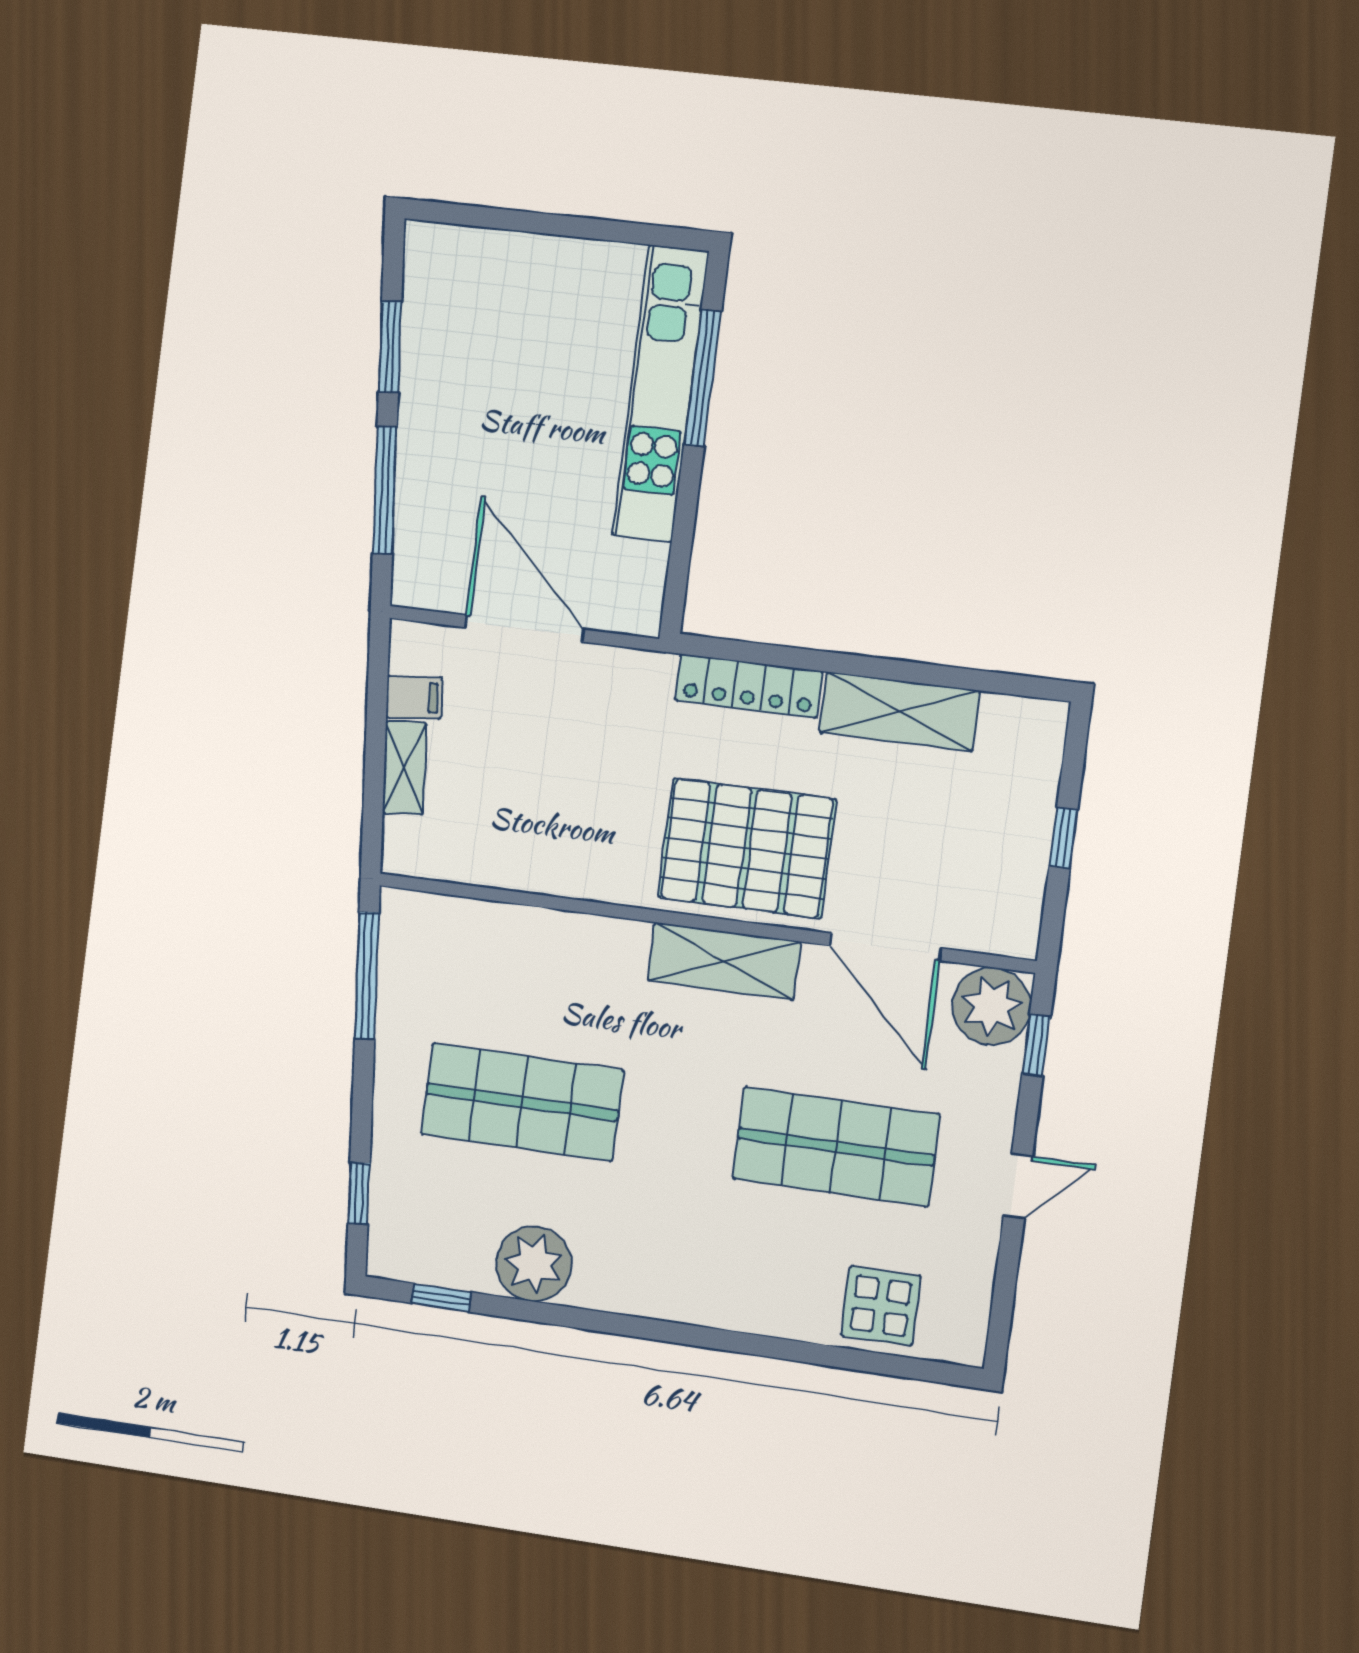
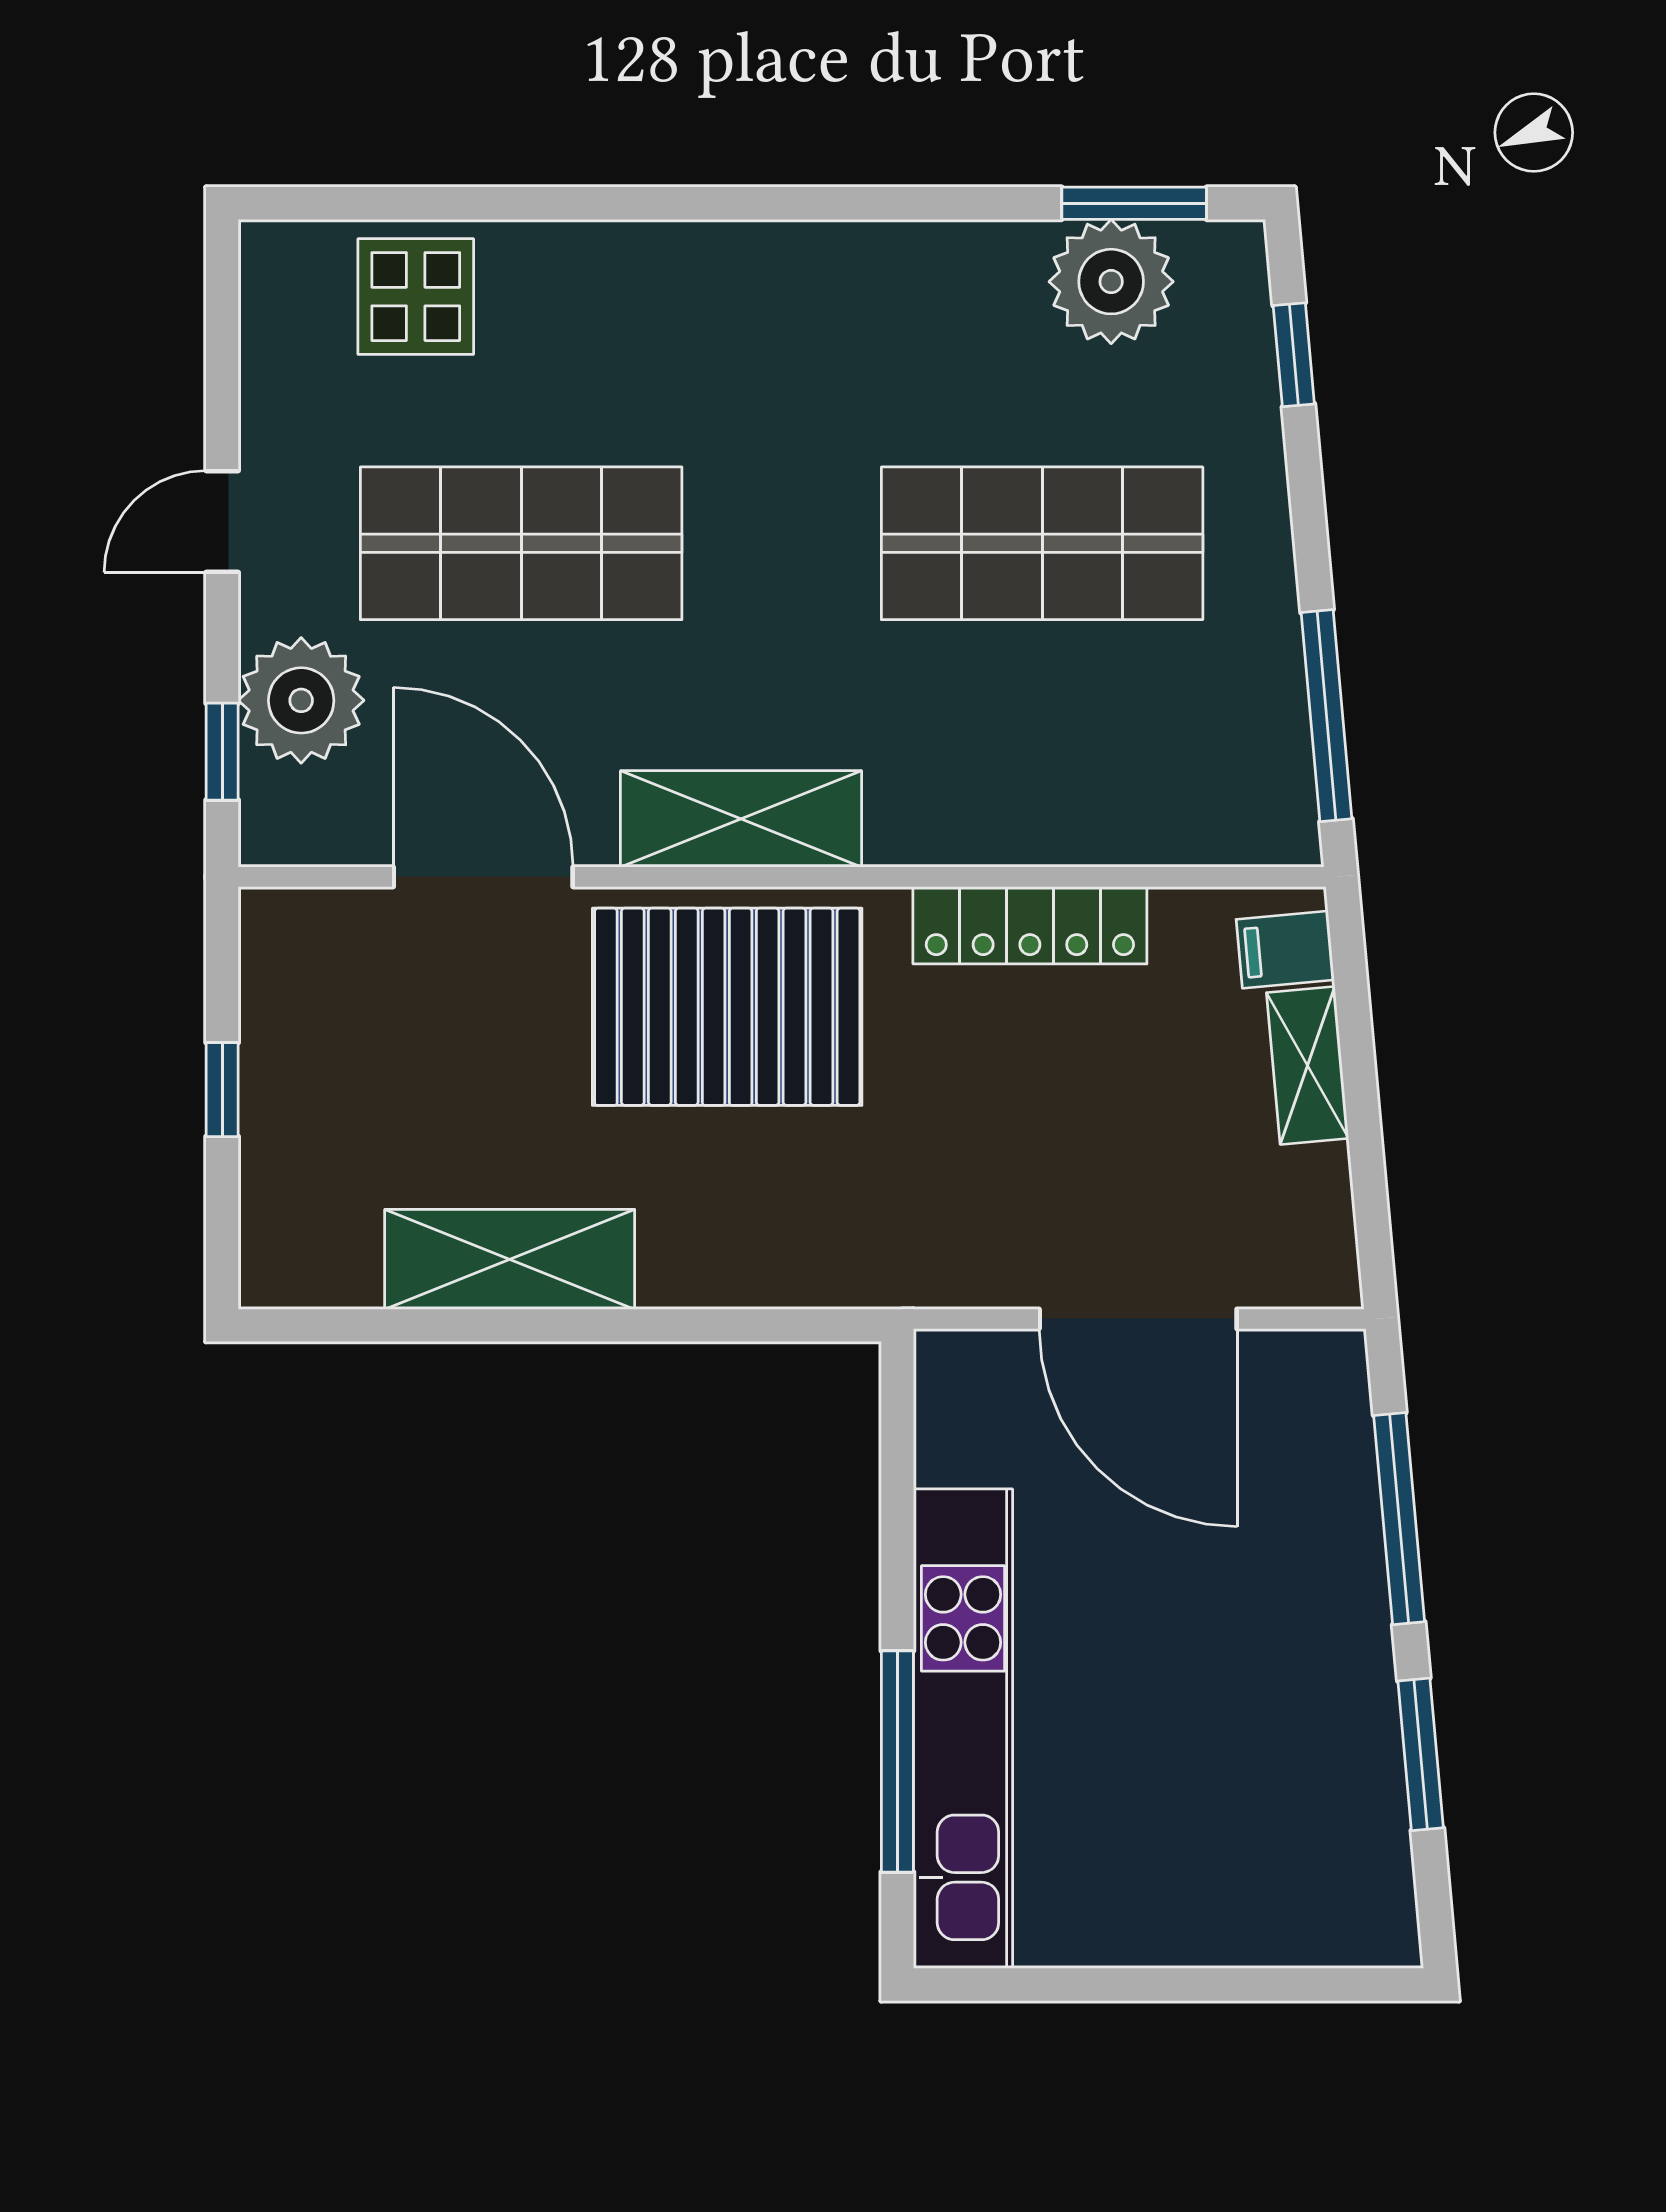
locker: (749, 686) -> (1030, 925), moved, turned 180
filing cabinet: (414, 697) -> (1285, 950), moved
plant: (992, 1006) -> (301, 700), moved
plant: (534, 1264) -> (1111, 282), moved
window: (442, 1298) -> (1134, 203), width x1.50

